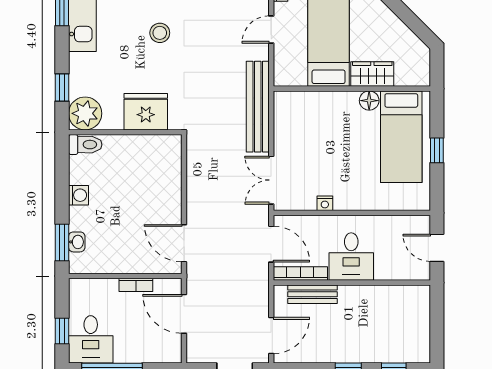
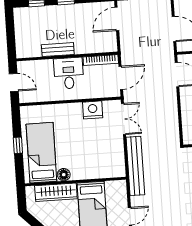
wardrobe: (372, 74) -> (56, 192), width x1.50
nightstand: (325, 203) -> (93, 110), width x1.89, depth x1.79
door: (271, 244) -> (121, 78), swing flipped
bench: (313, 294) -> (58, 50), moved

